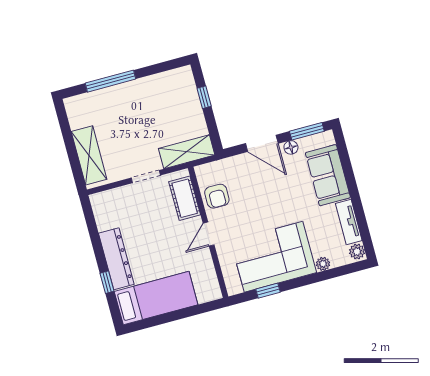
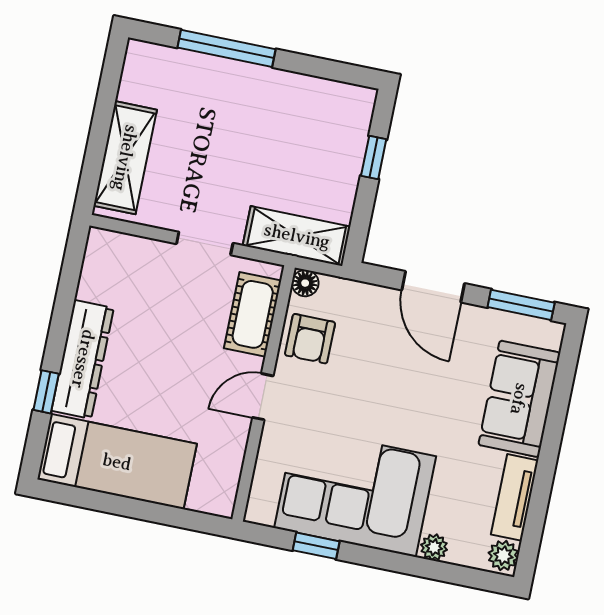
floor lamp: (291, 147) -> (305, 283), moved

